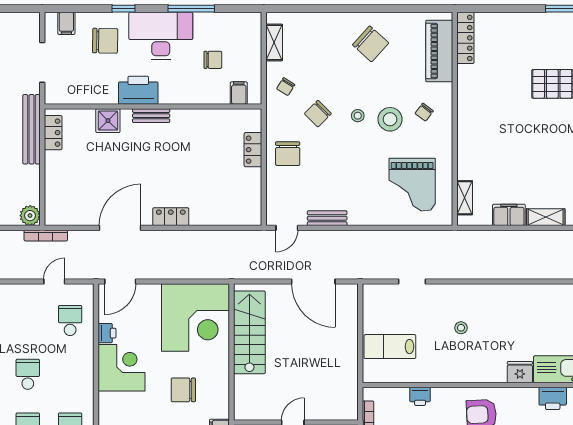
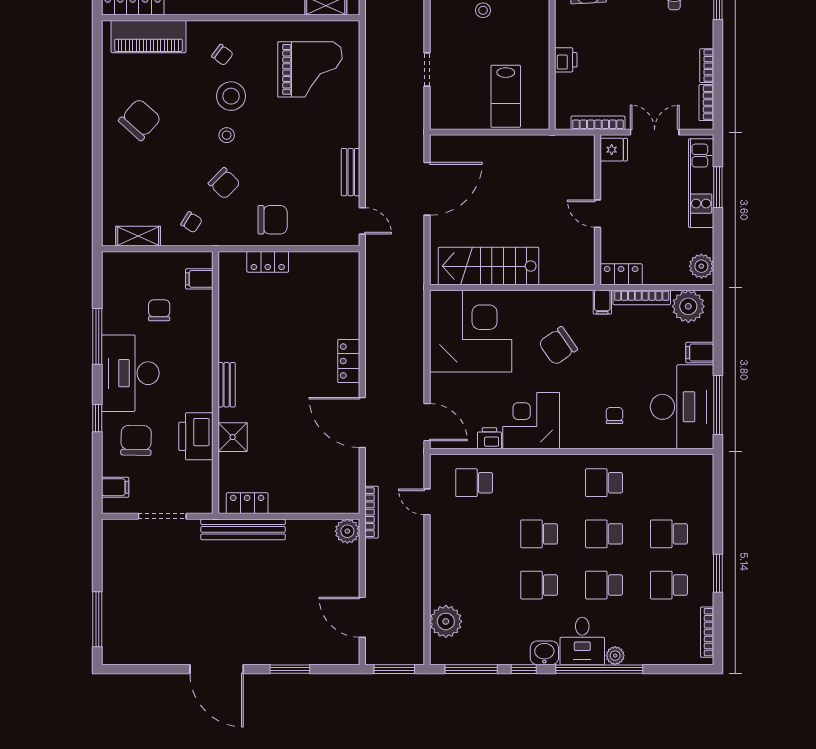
printer: (138, 90) -> (196, 436), moved
chair: (183, 390) -> (558, 346), turned 55

